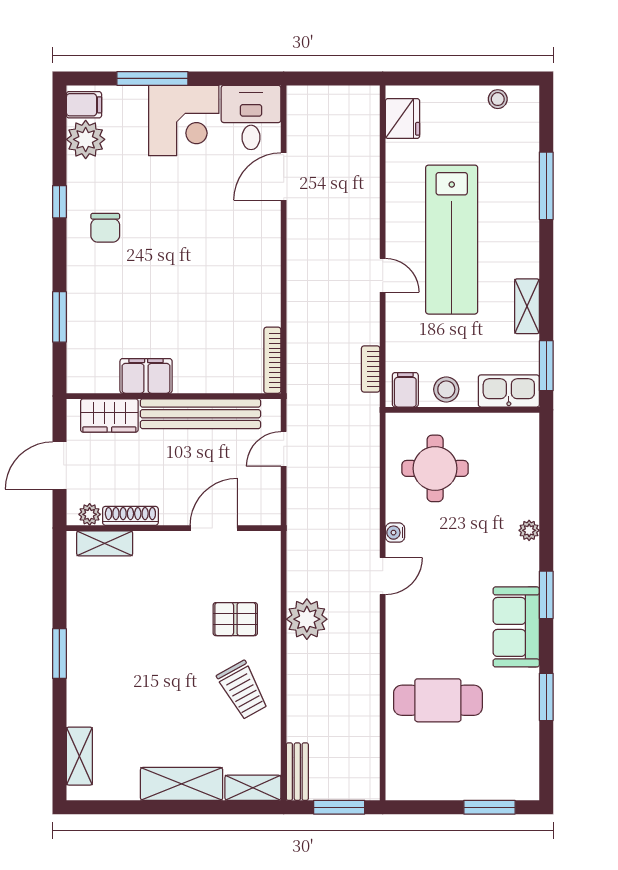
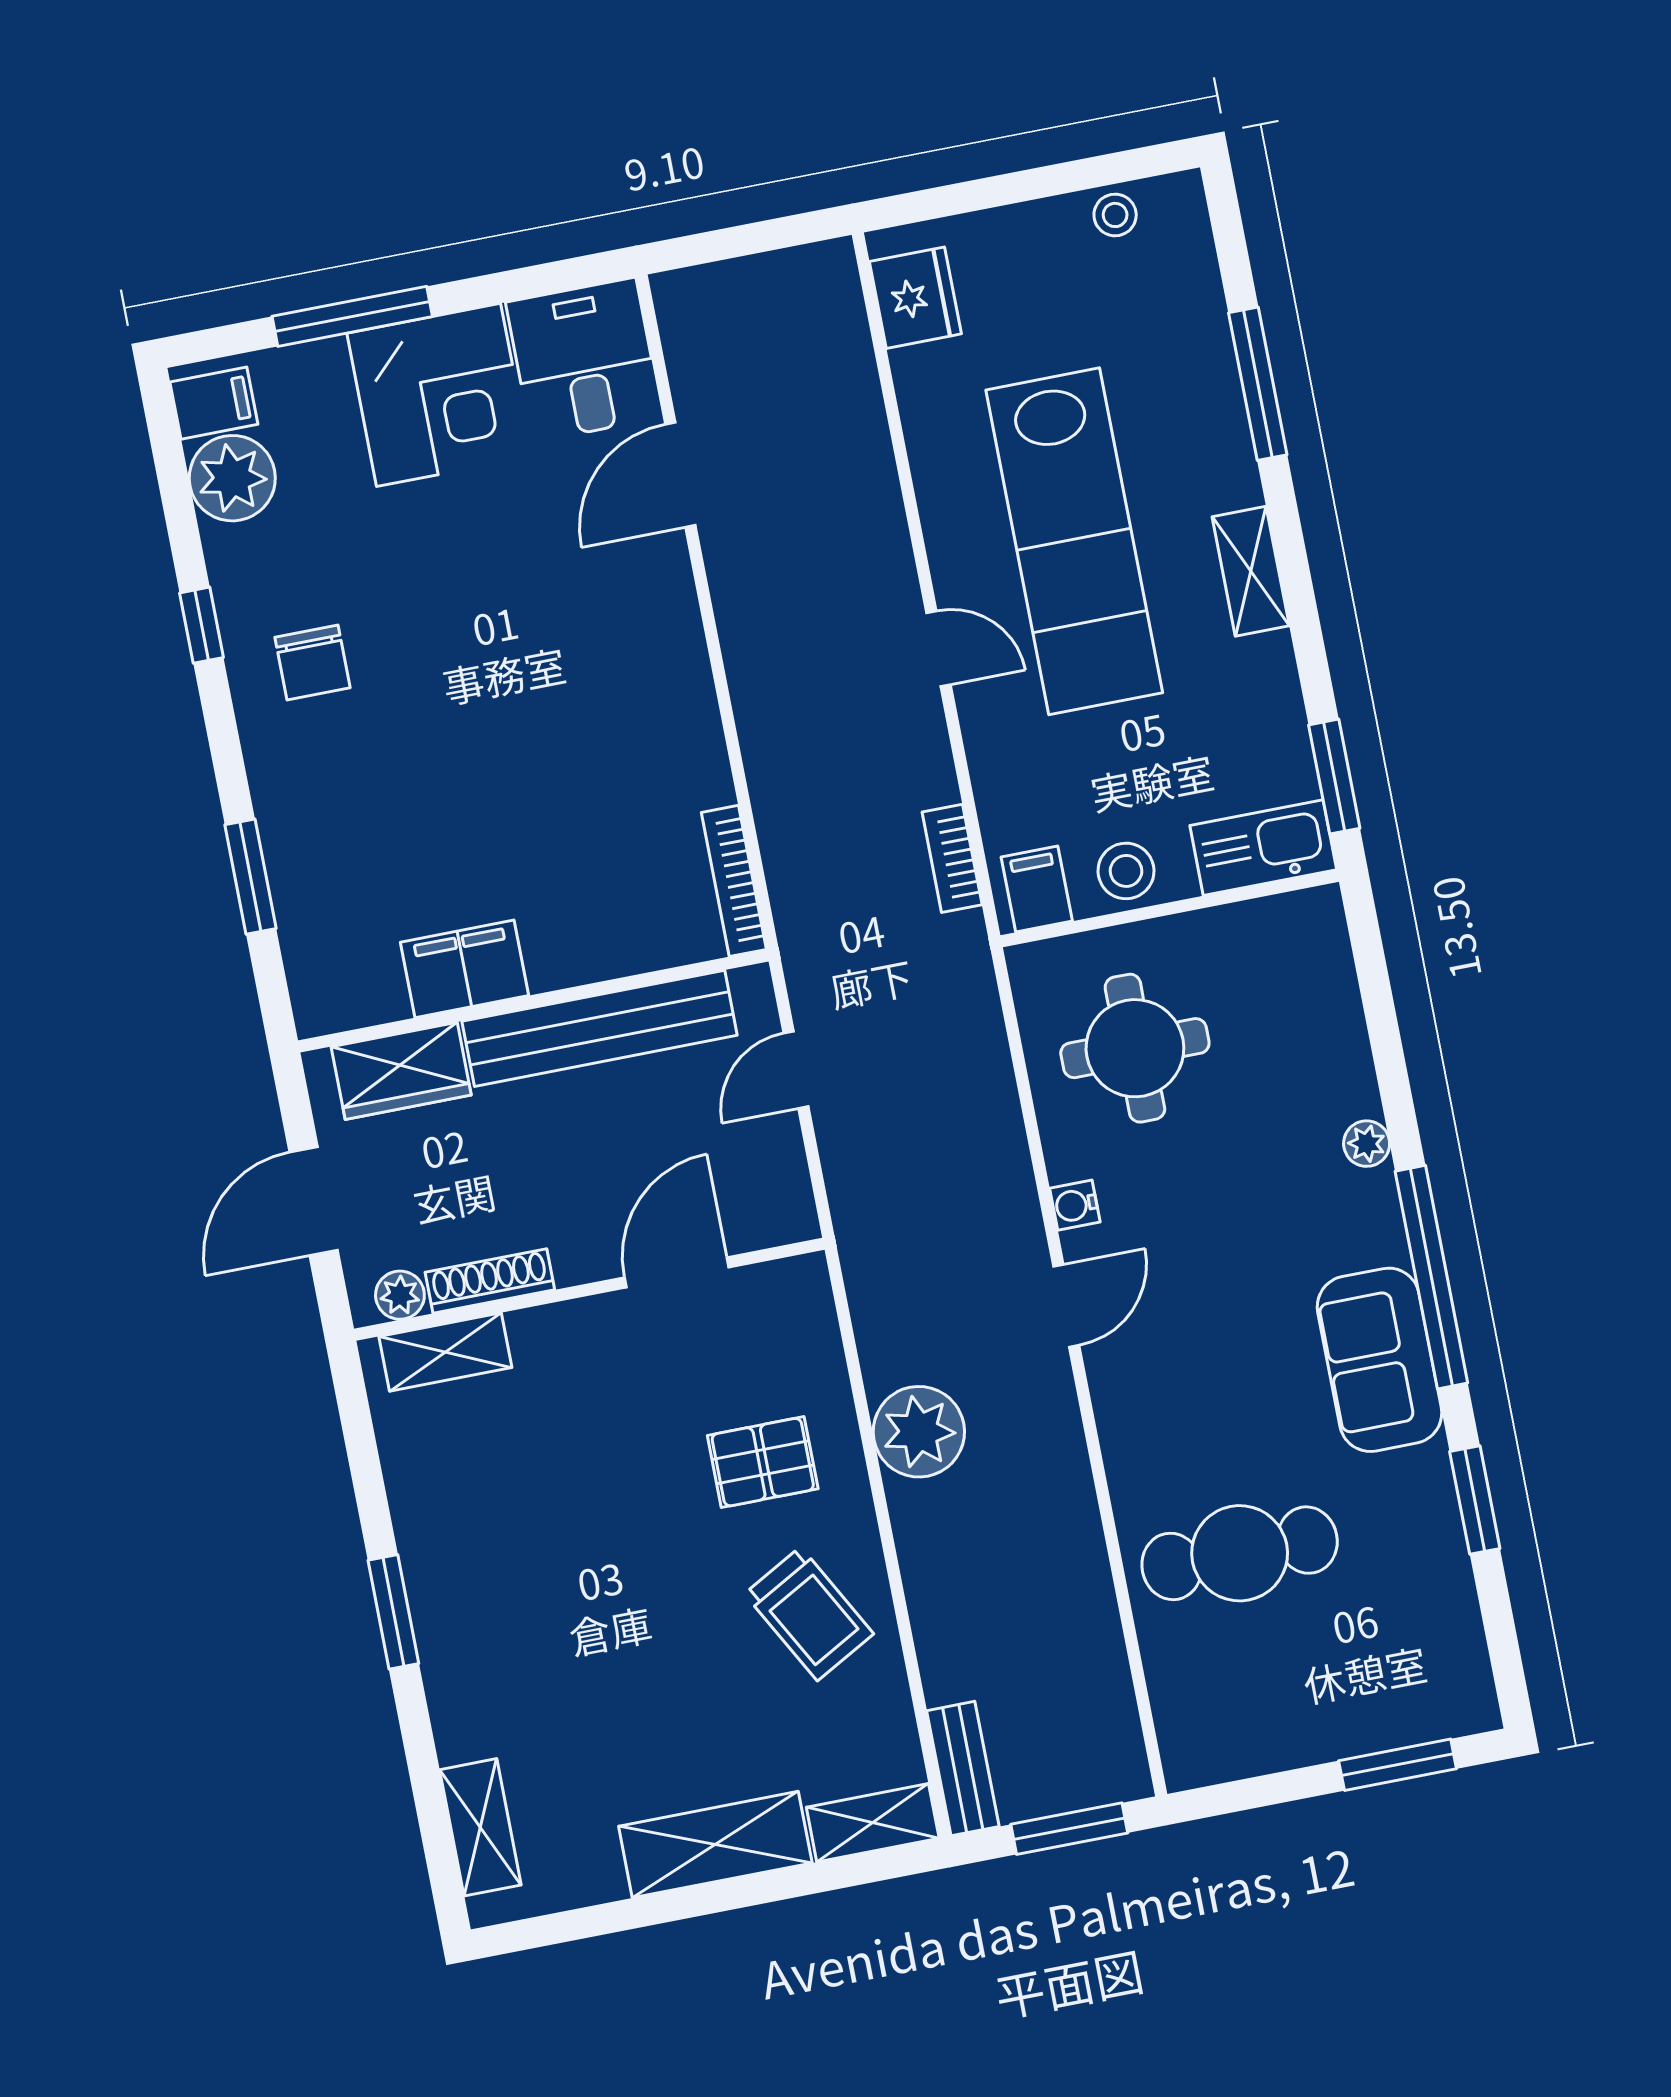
shelving: (527, 306) -> (1251, 571), moved
window: (546, 595) -> (1431, 1277), width x2.11

